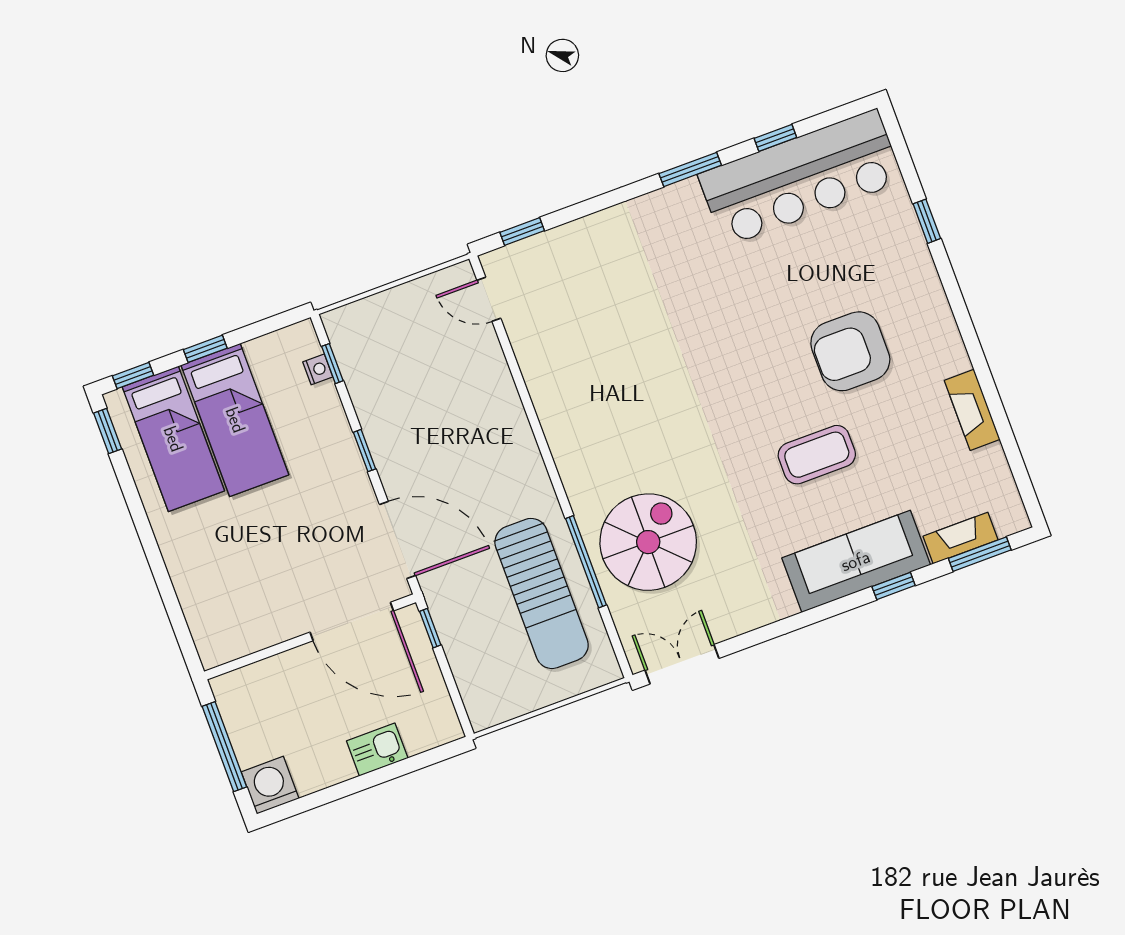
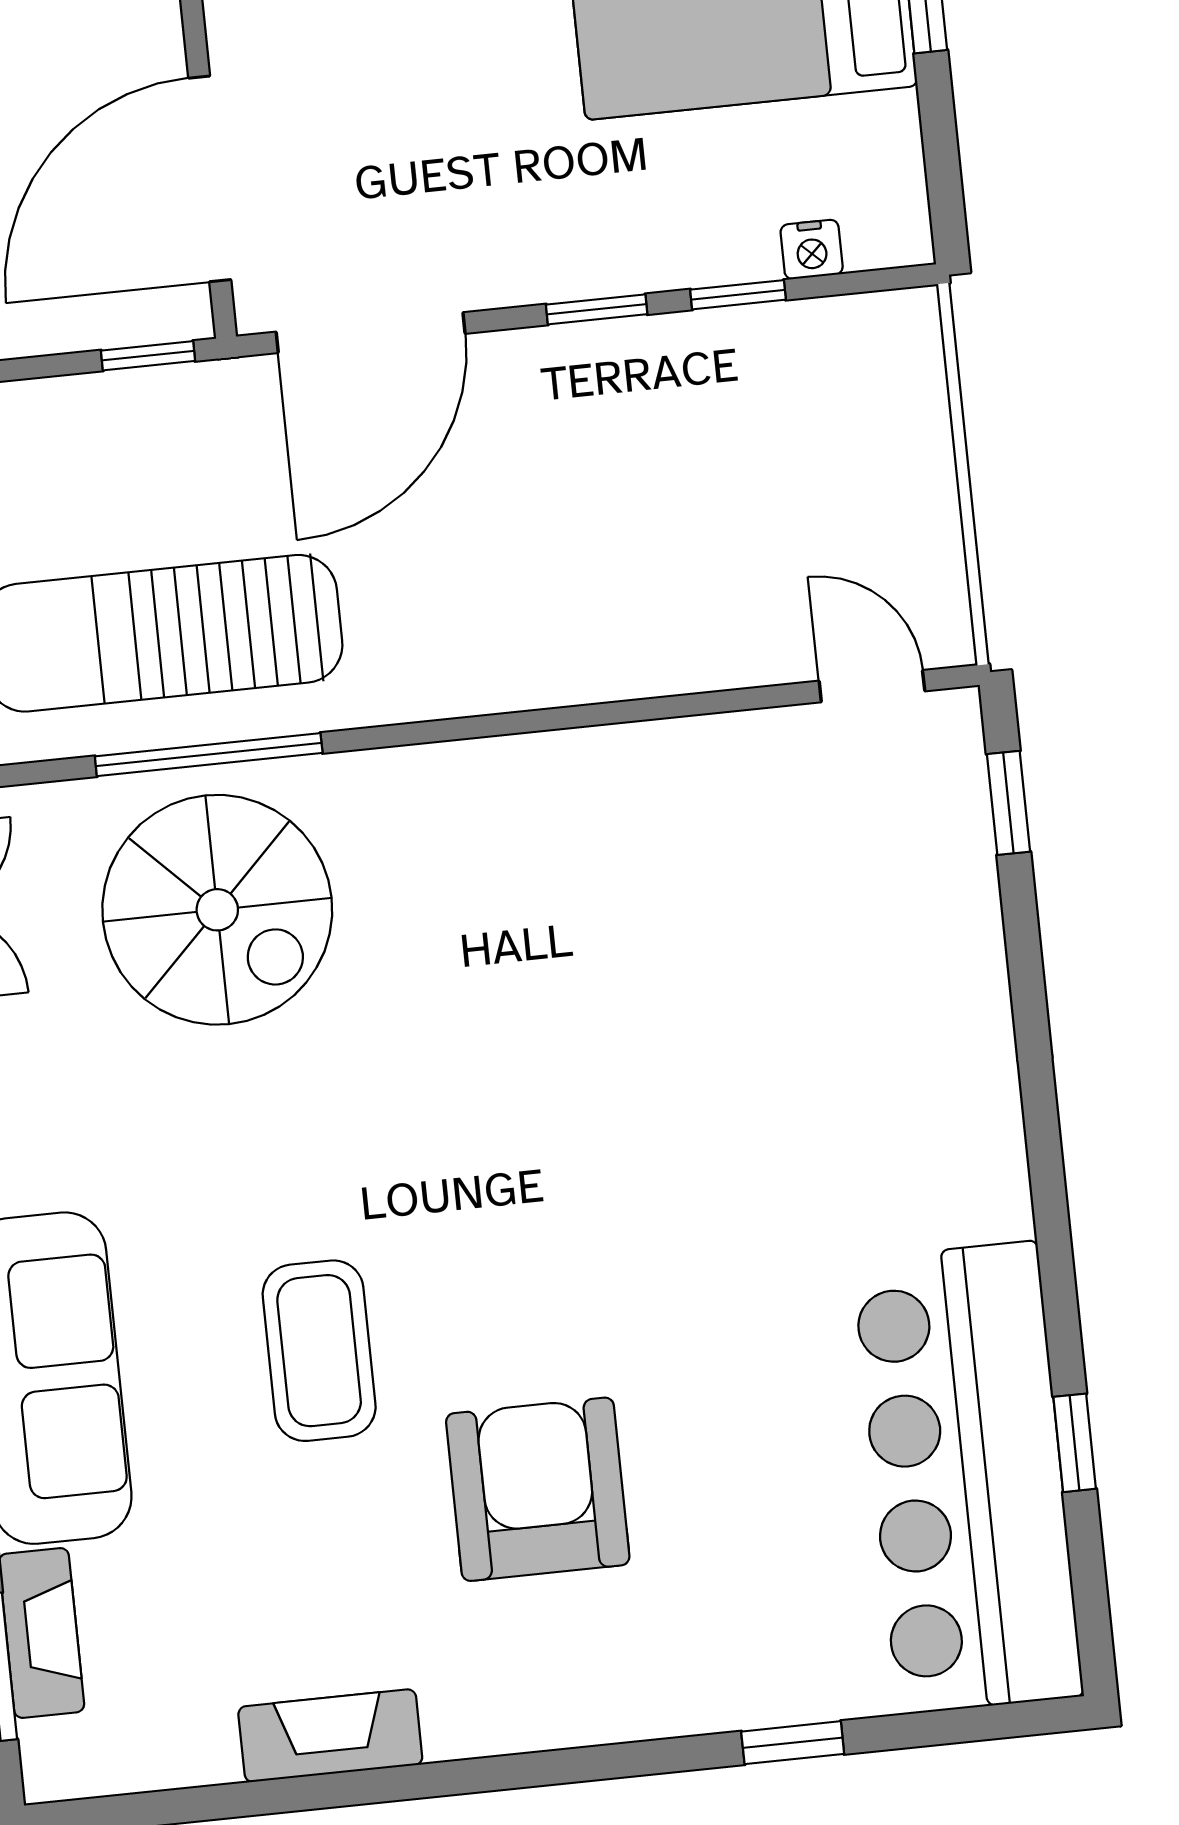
window: (690, 169) -> (1052, 1227), removed
door: (489, 299) -> (872, 686), hinge flipped
window: (332, 364) -> (738, 295), moved

